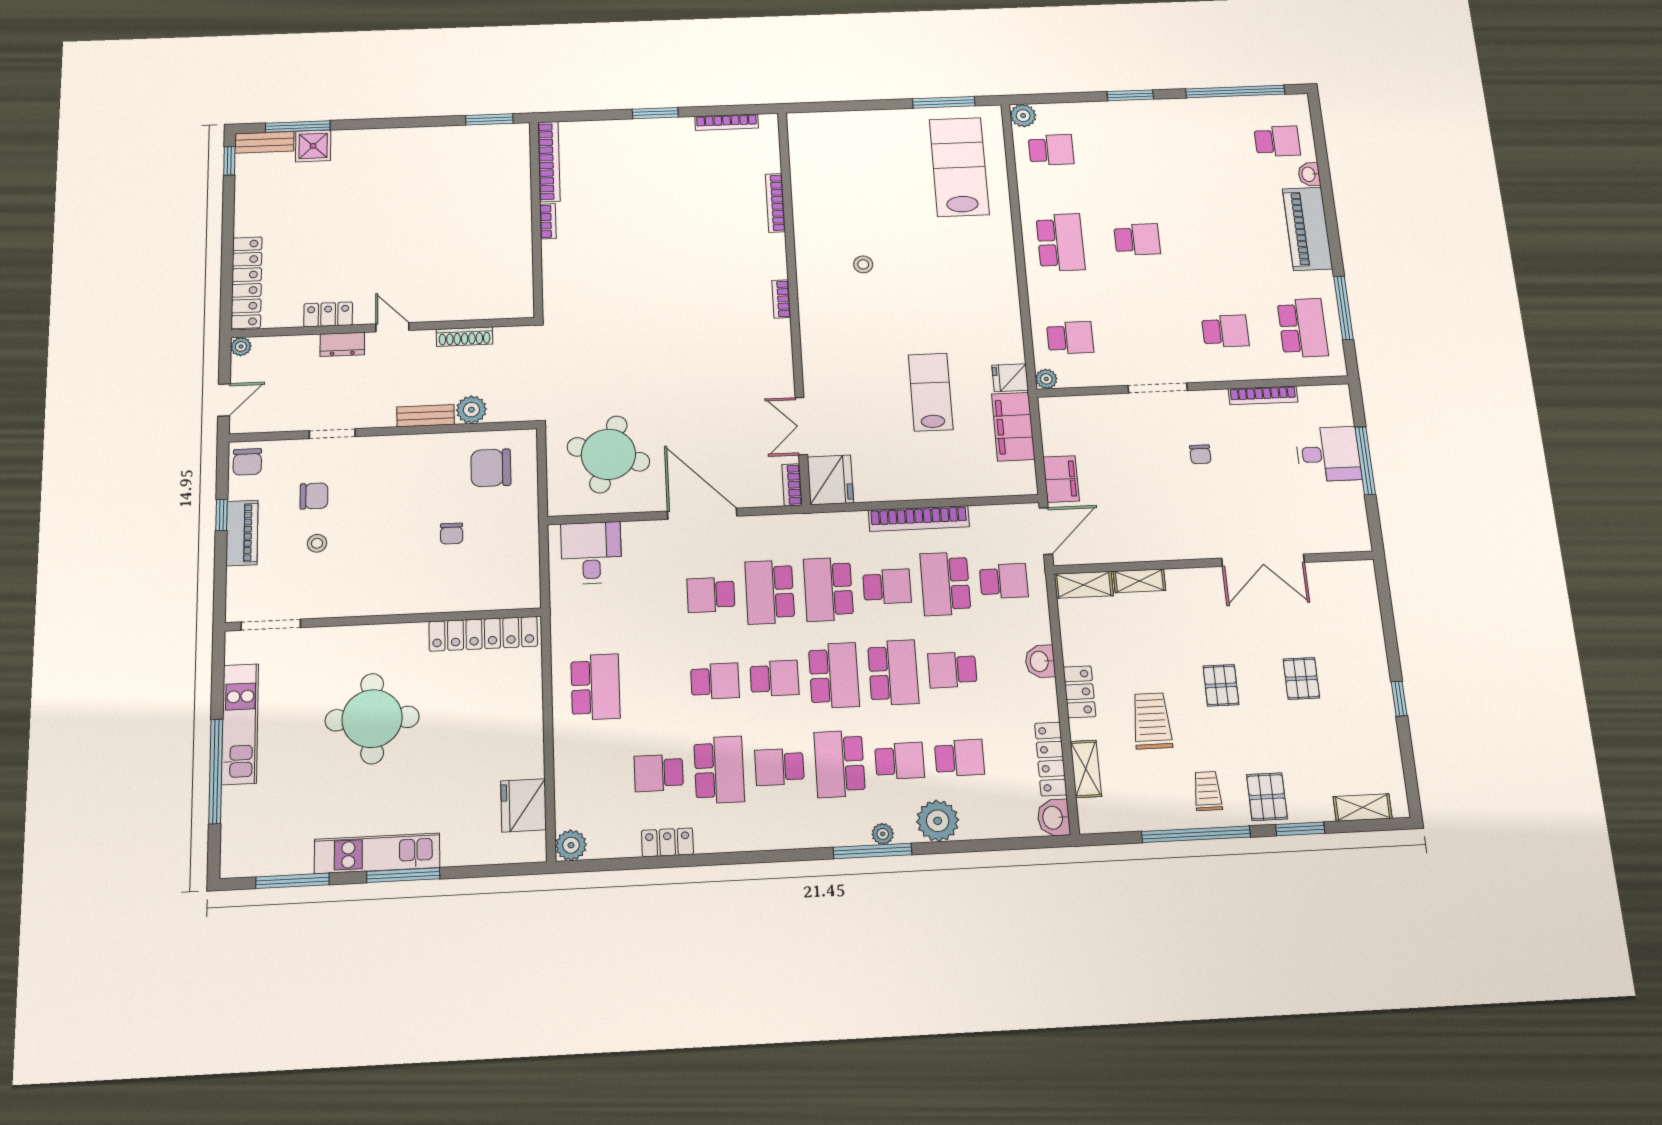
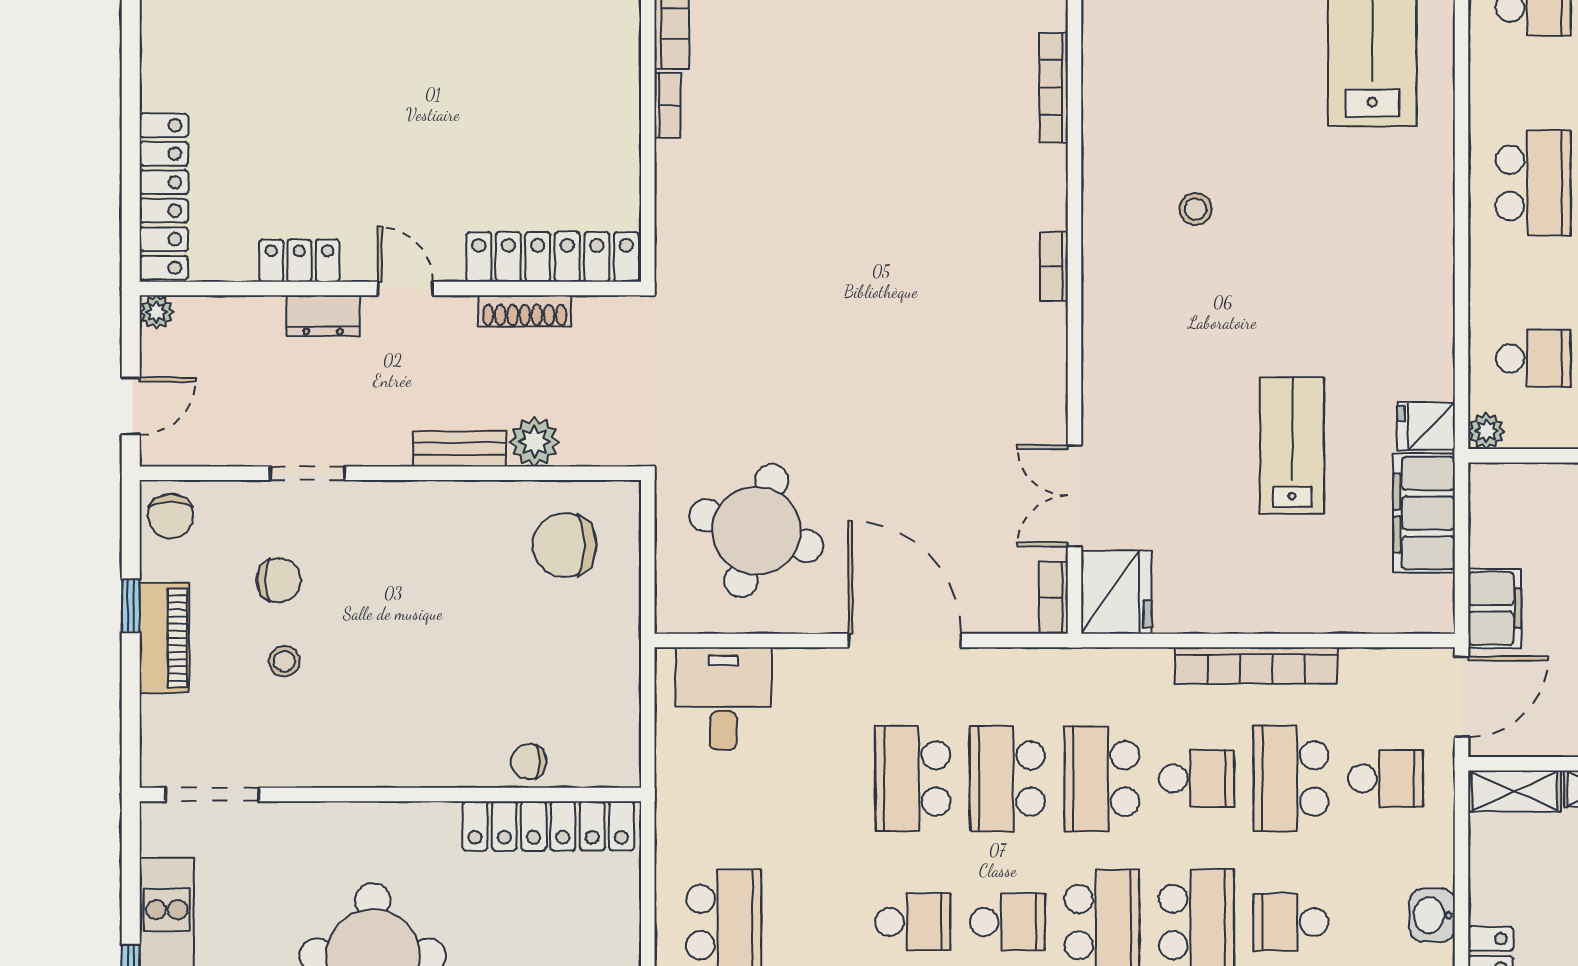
locker: (481, 306) -> (553, 257), added
chair: (452, 534) -> (529, 762), moved, turned 90
school desk: (711, 595) -> (913, 778), width x1.85

